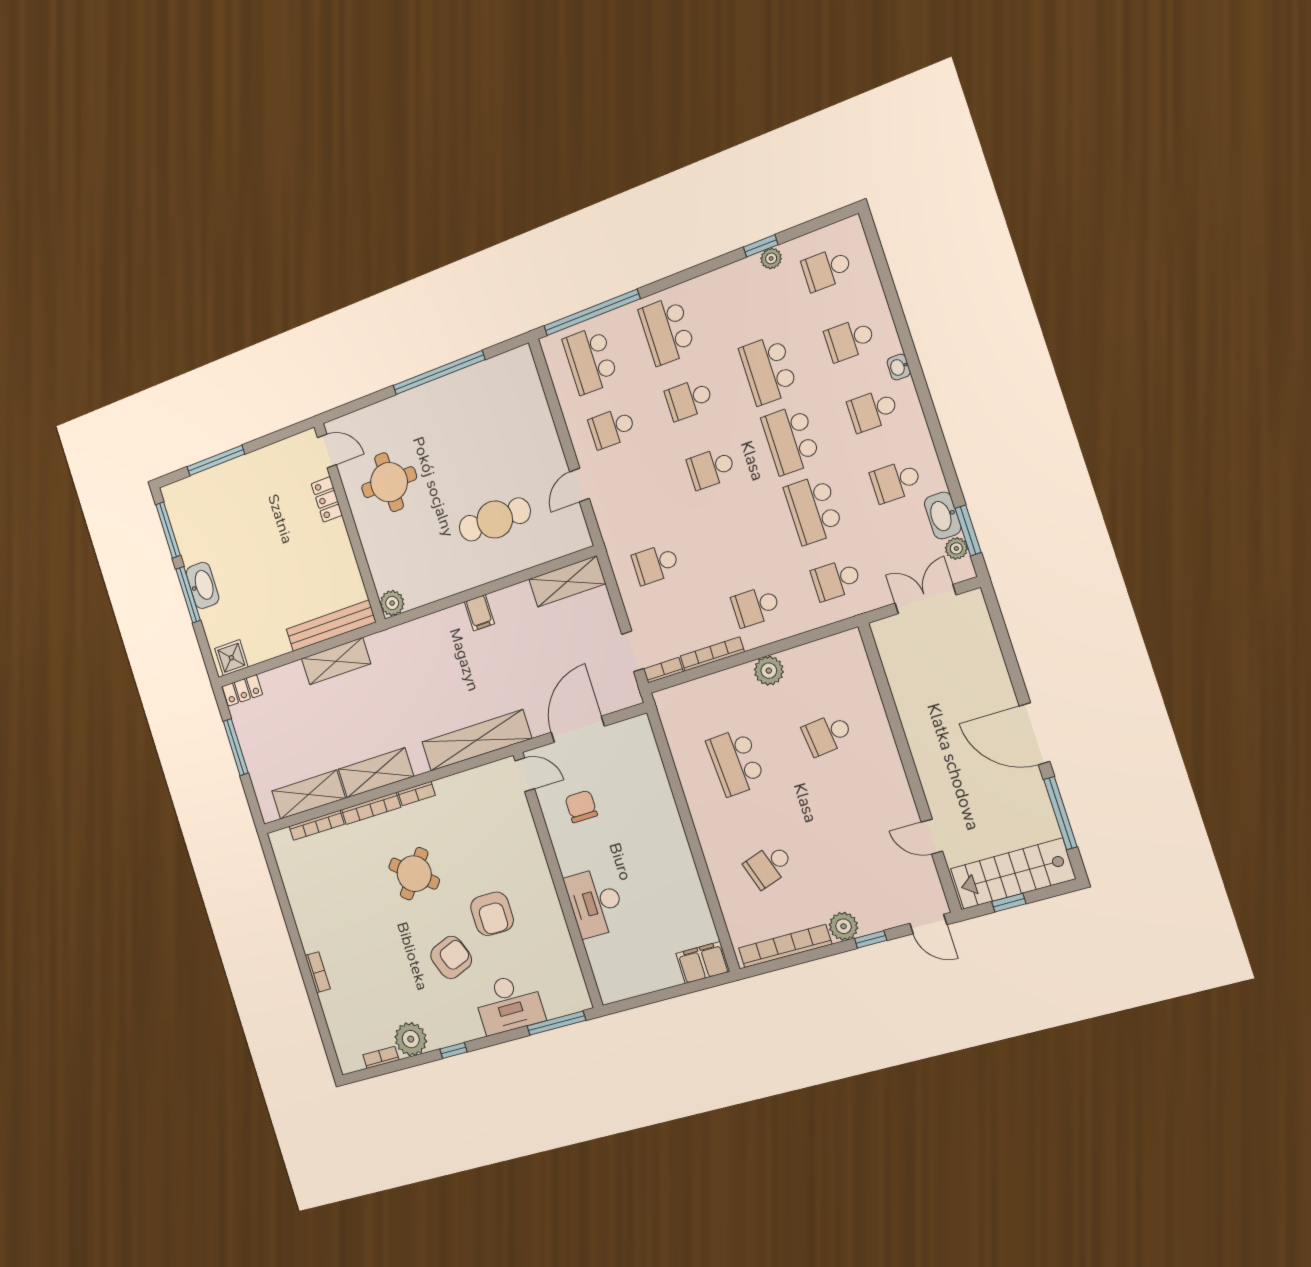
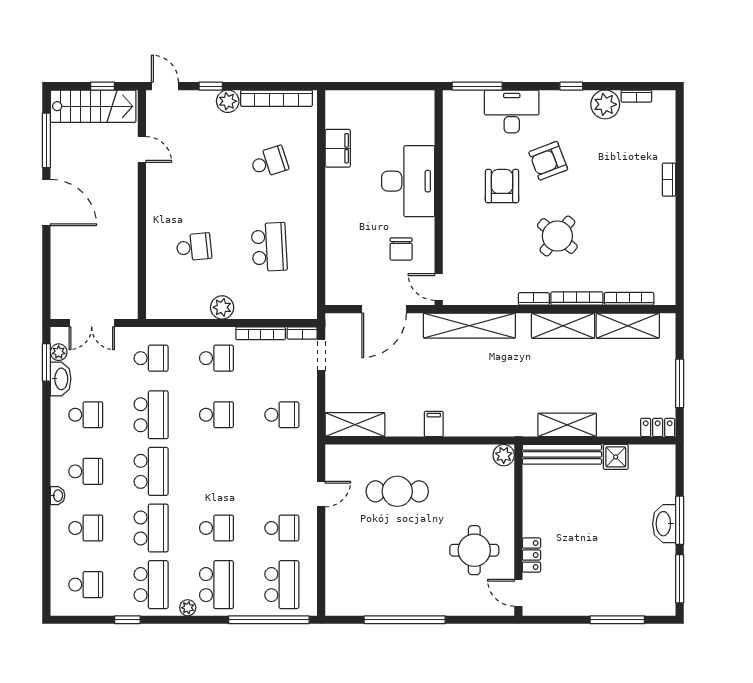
plant: (771, 258) -> (188, 608), moved
school desk: (746, 300) -> (151, 585), added
school desk: (711, 468) -> (216, 415), moved
shower: (231, 658) -> (616, 457), moved
desk: (595, 903) -> (408, 181), width x1.36, depth x1.30
filing cabinet: (703, 962) -> (338, 148), moved, turned -90

